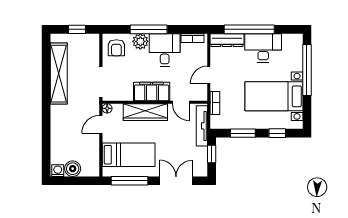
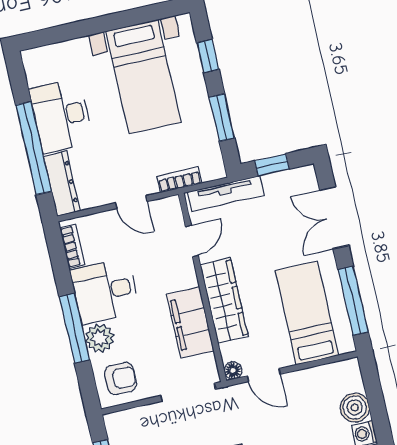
window: (307, 70) -> (83, 28), removed
filing cabinet: (152, 92) -> (190, 322), moved

